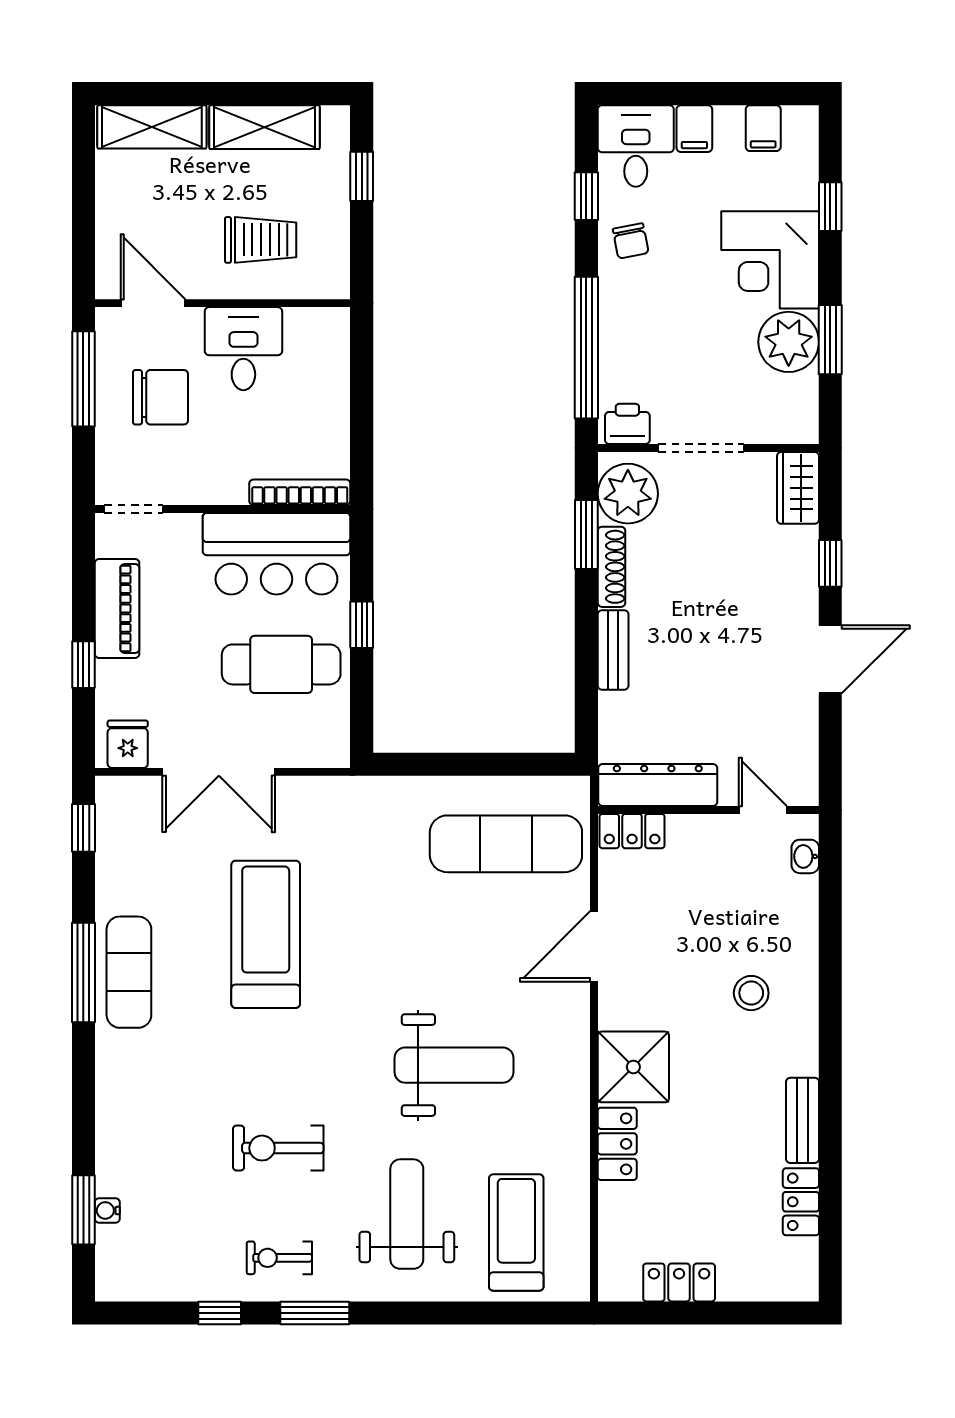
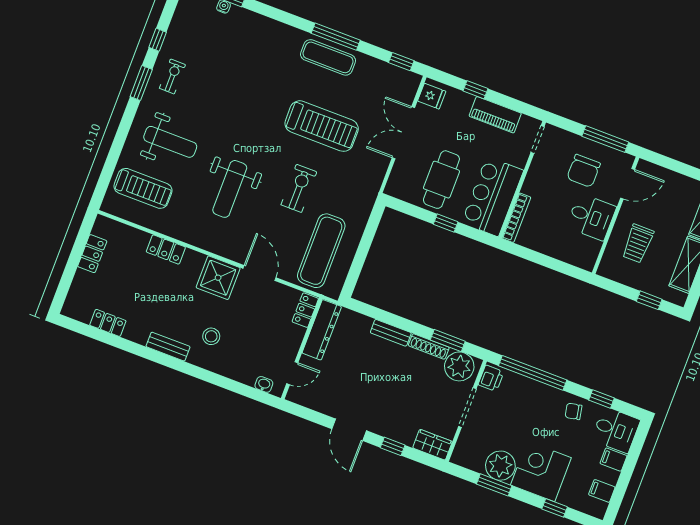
shower: (633, 1067) -> (218, 278), moved
bench: (803, 1120) -> (168, 347), moved
exercise bike: (278, 1148) -> (299, 188), moved

